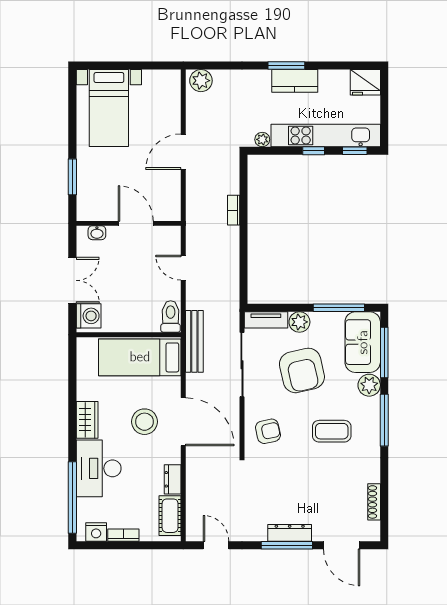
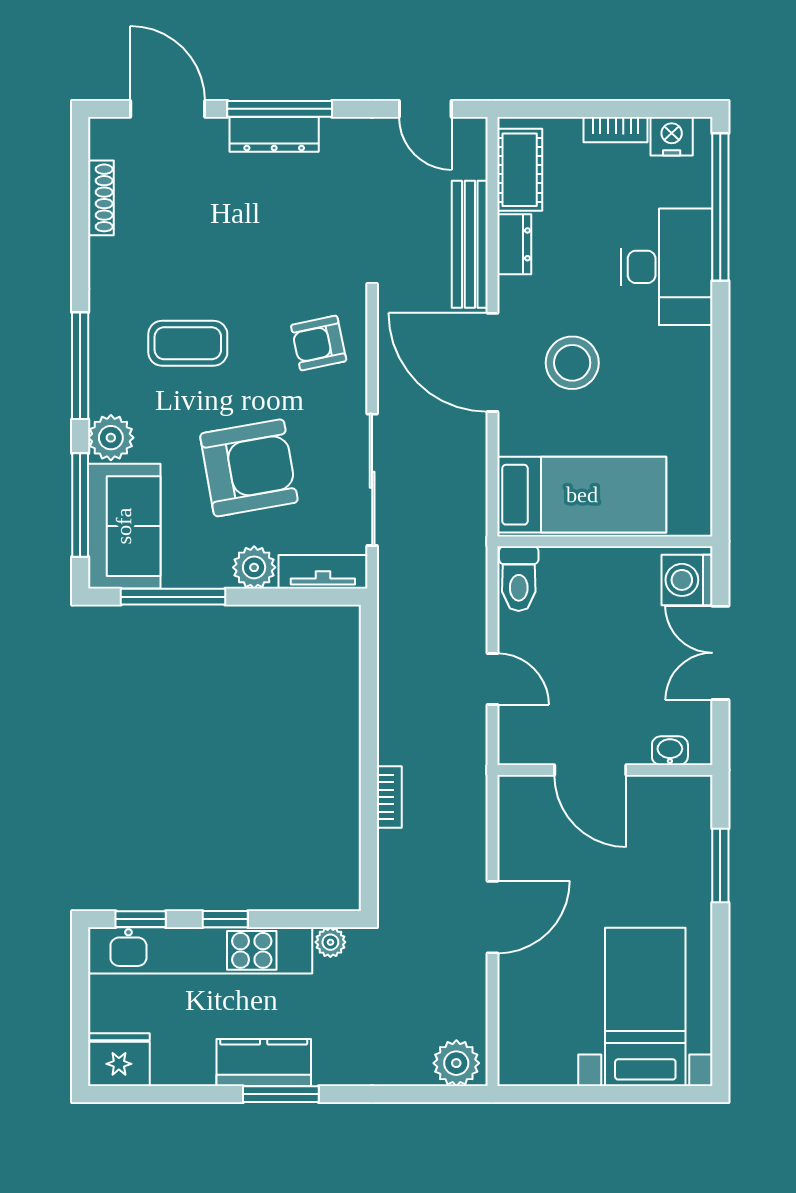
bench: (194, 341) -> (470, 244), moved
armchair: (302, 370) -> (249, 468), turned 93
wardrobe: (87, 420) -> (690, 367), removed

